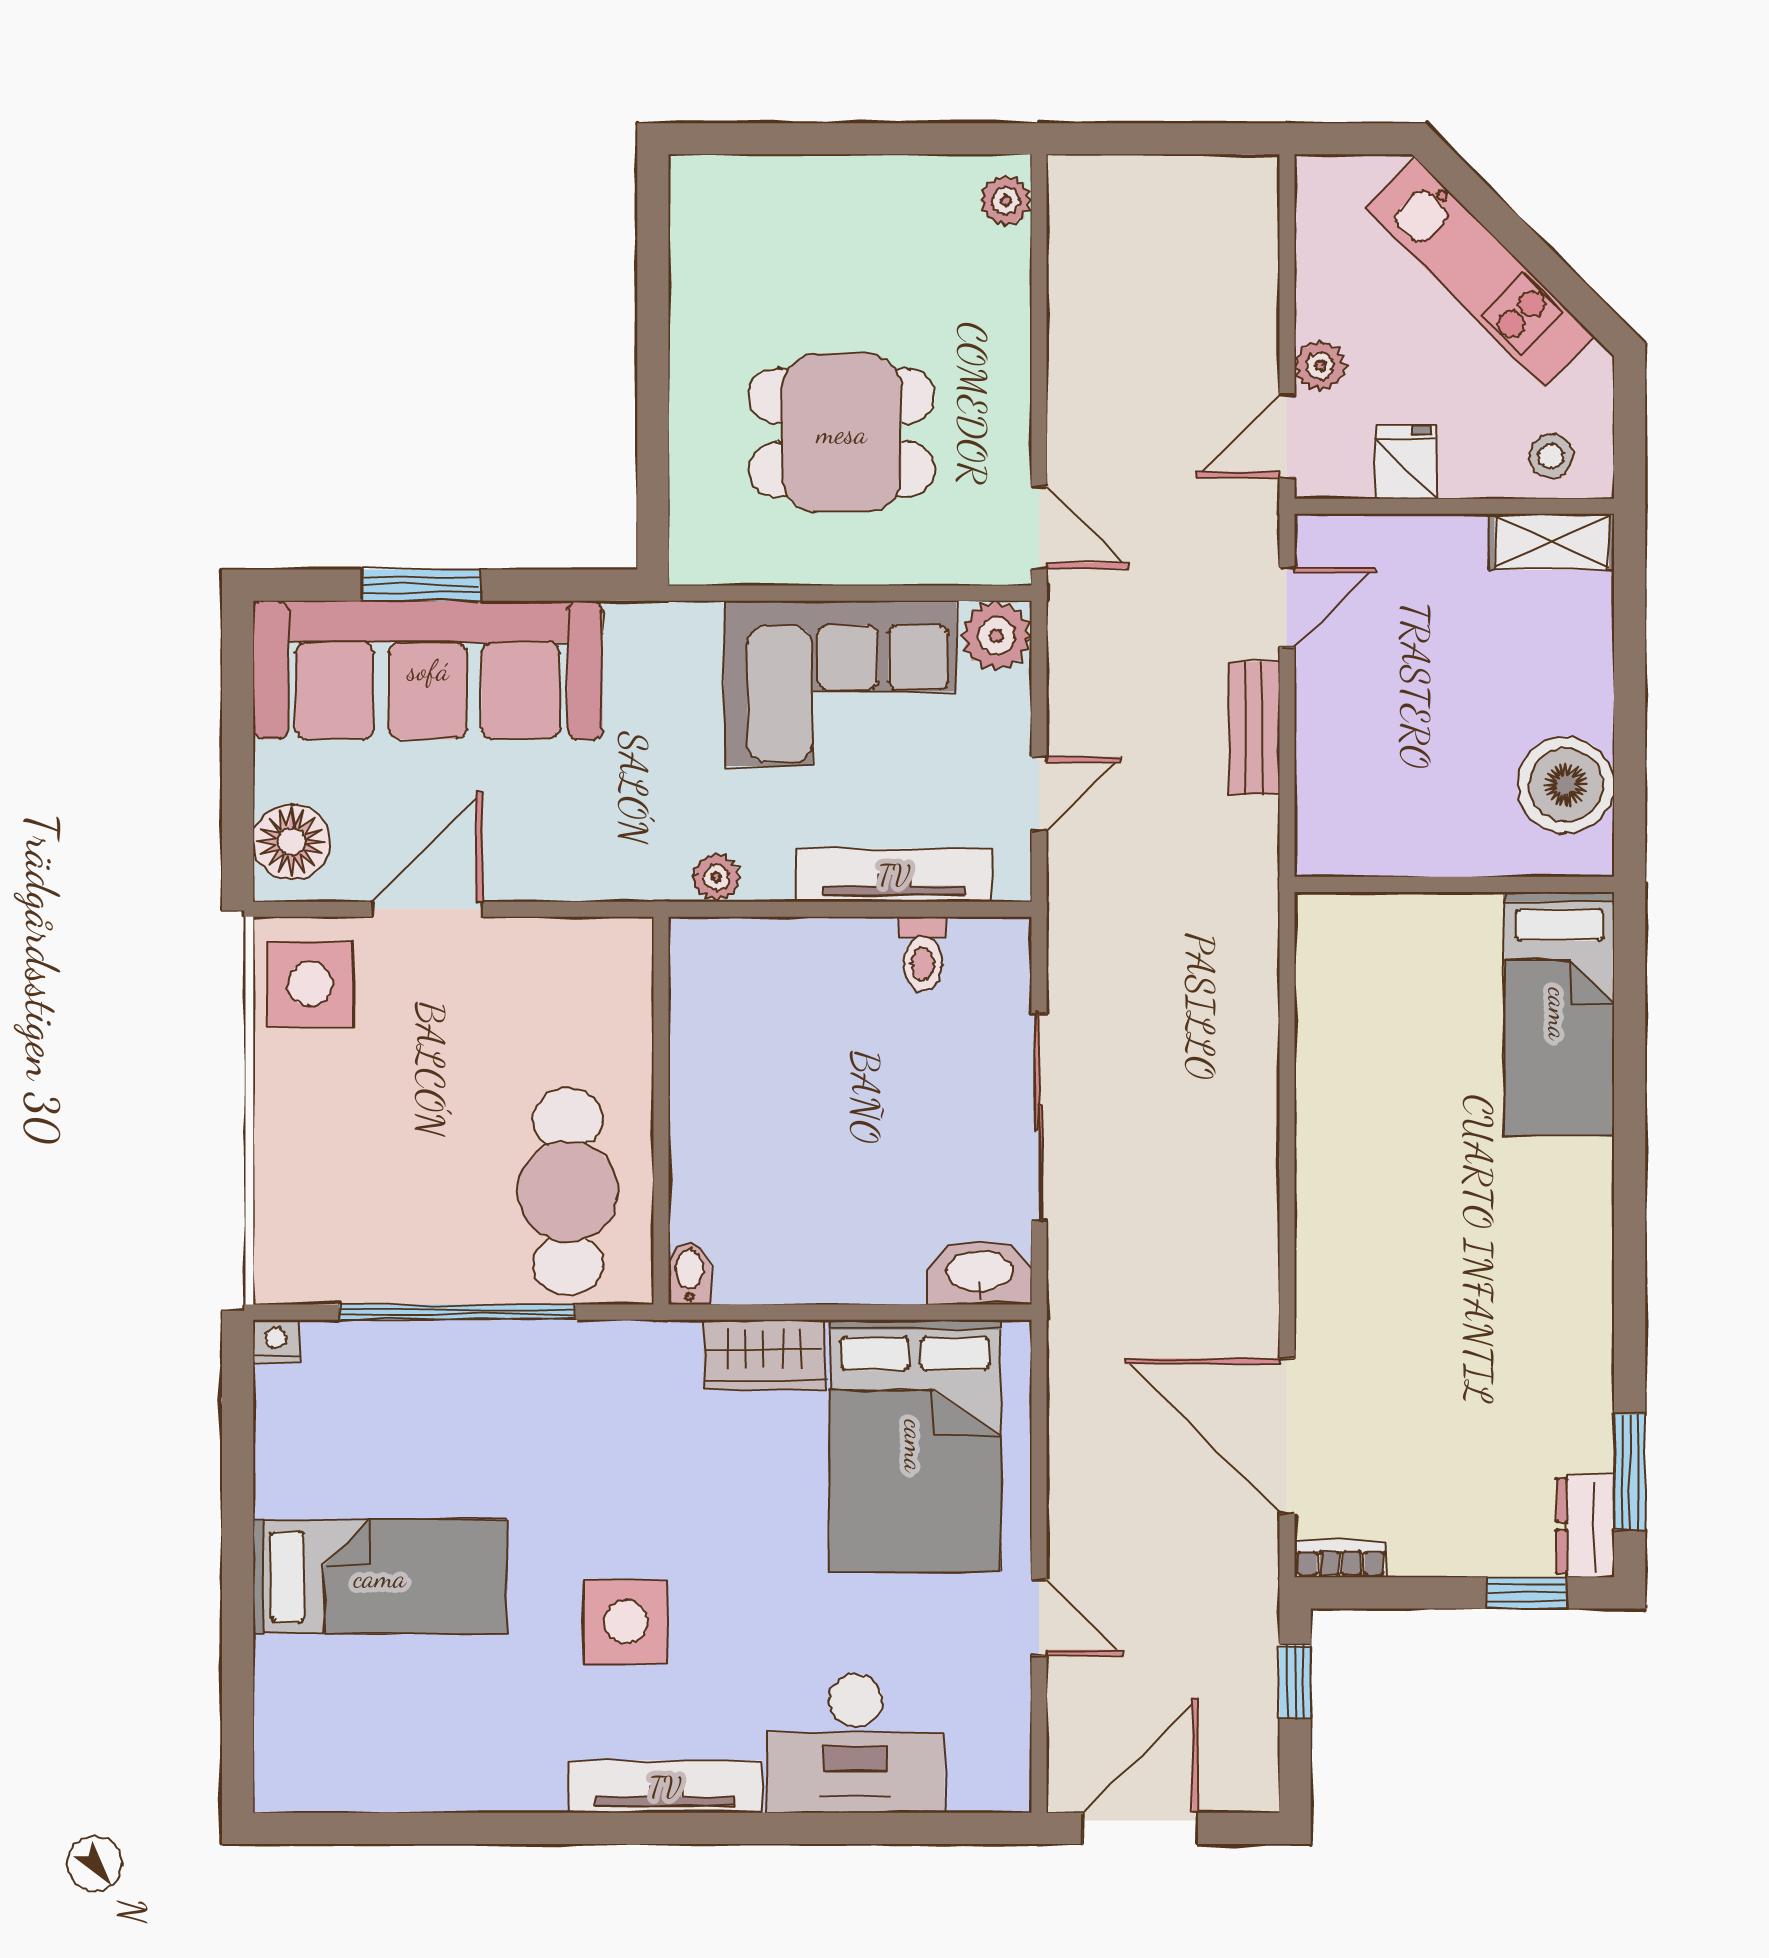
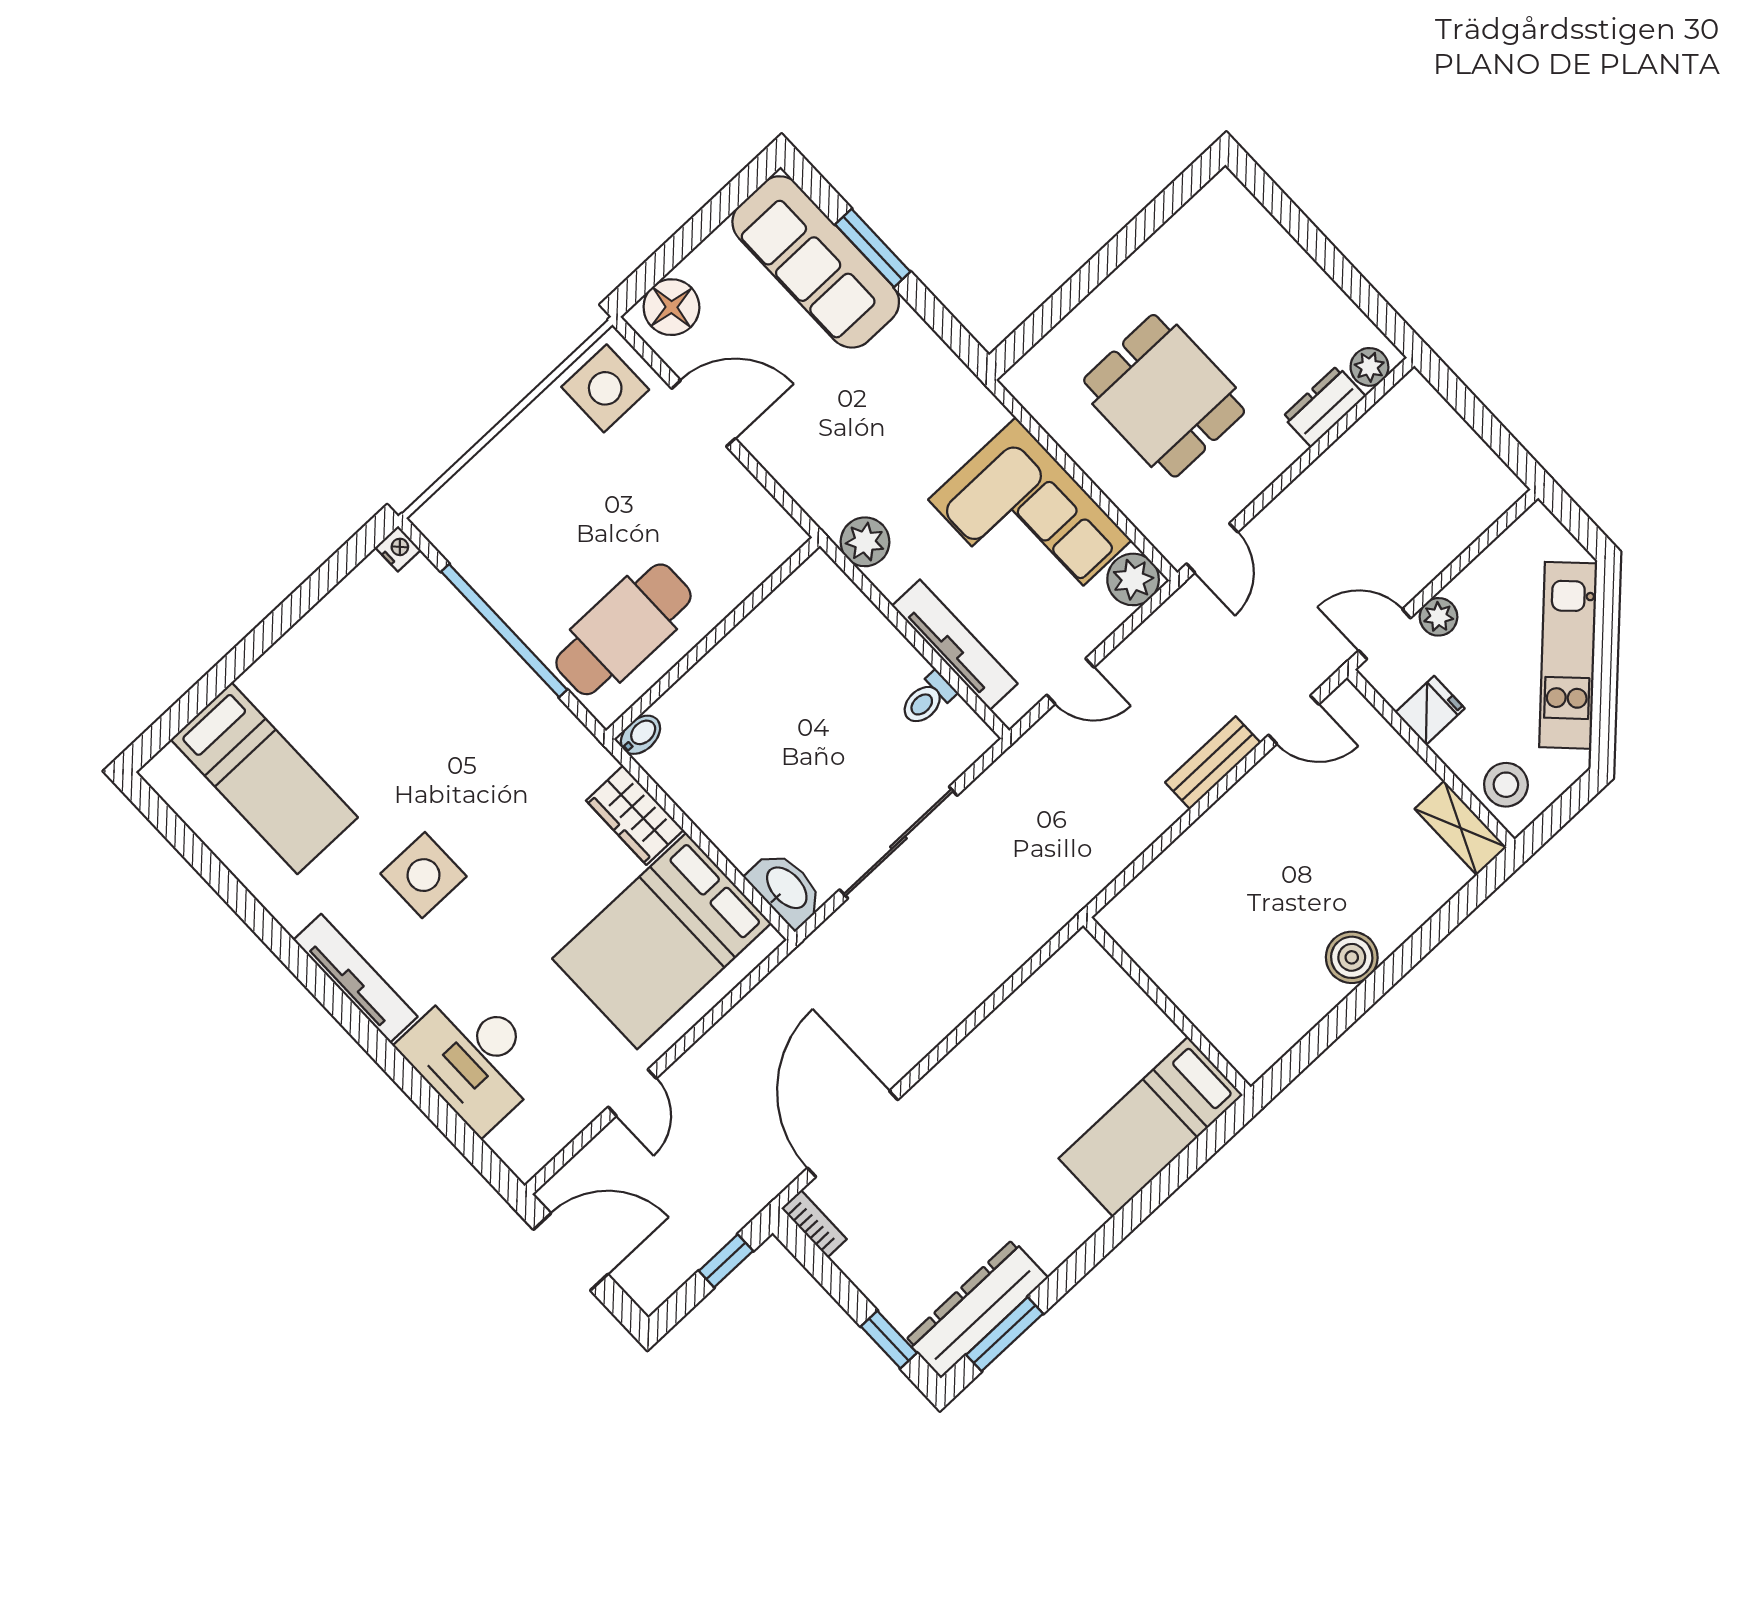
dresser: (1003, 283) -> (1324, 406), added
stool: (1551, 456) -> (1506, 785), width x1.37, depth x1.37
sofa: (428, 670) -> (816, 262), width x0.74, depth x0.79
boiler: (1566, 785) -> (1352, 957), width x0.73, depth x0.73
plant: (716, 877) -> (865, 542), width x1.38, depth x1.38
wall: (1454, 884) -> (1167, 1006), moved
bed: (1559, 1014) -> (1151, 1127), moved
dresser: (1585, 1526) -> (977, 1309), width x1.96, depth x1.24
bed: (380, 1577) -> (264, 778), moved

